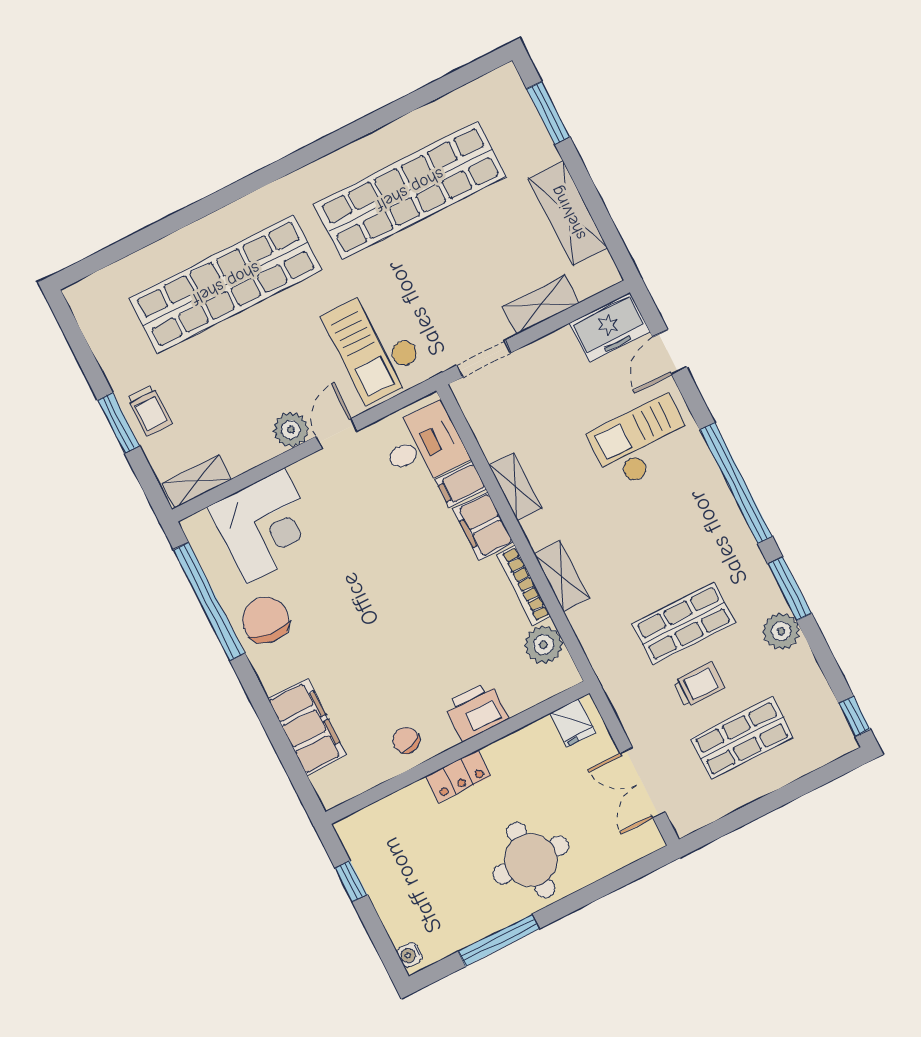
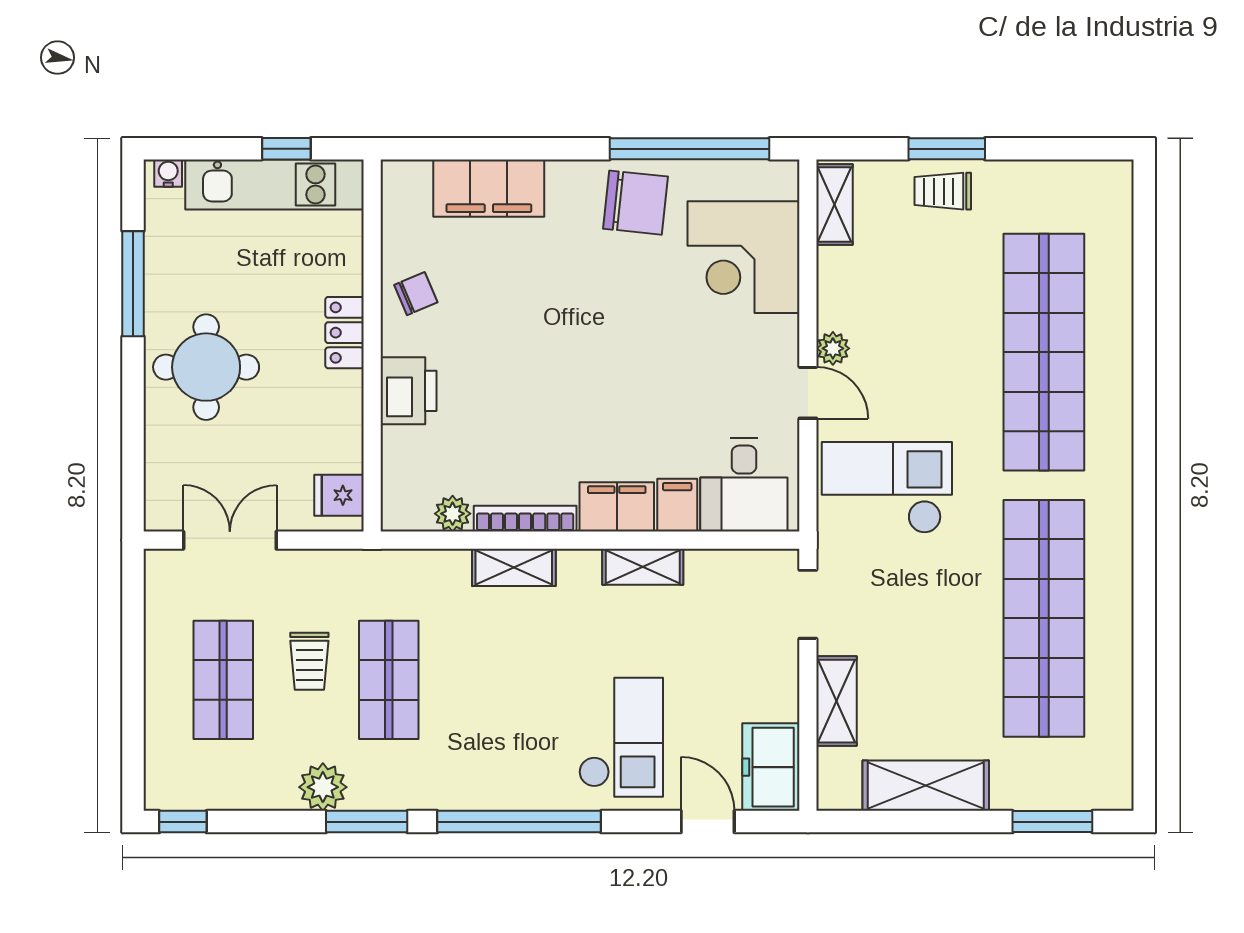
plant: (291, 430) -> (833, 348), width x0.73, depth x0.73
plant: (544, 645) -> (453, 514), width x0.73, depth x0.73
kitchen unit: (380, 877) -> (275, 184), added

